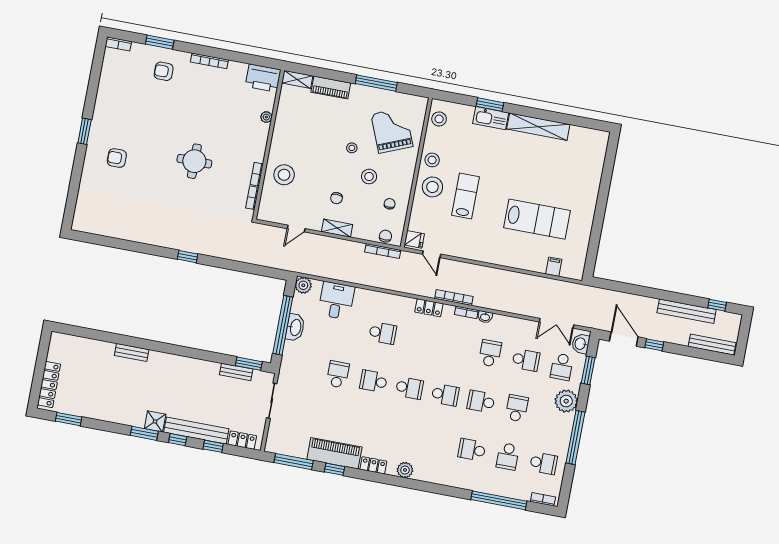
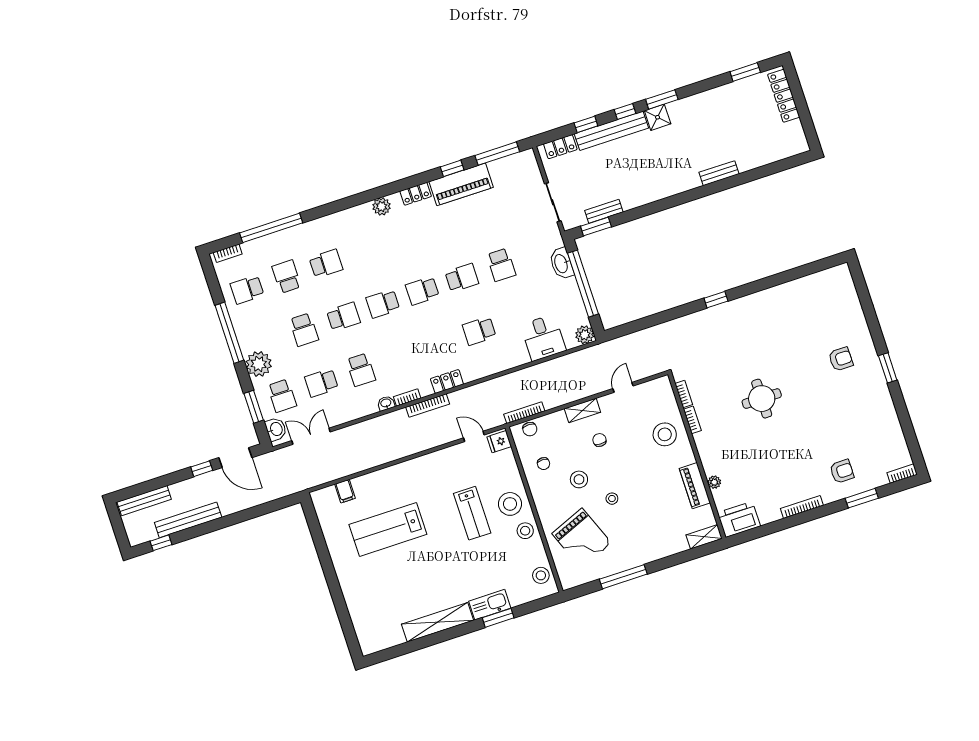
piano: (331, 88) -> (695, 486), moved, turned -90
washbasin: (295, 327) -> (561, 263), moved
school desk: (562, 367) -> (282, 396), turned 180

